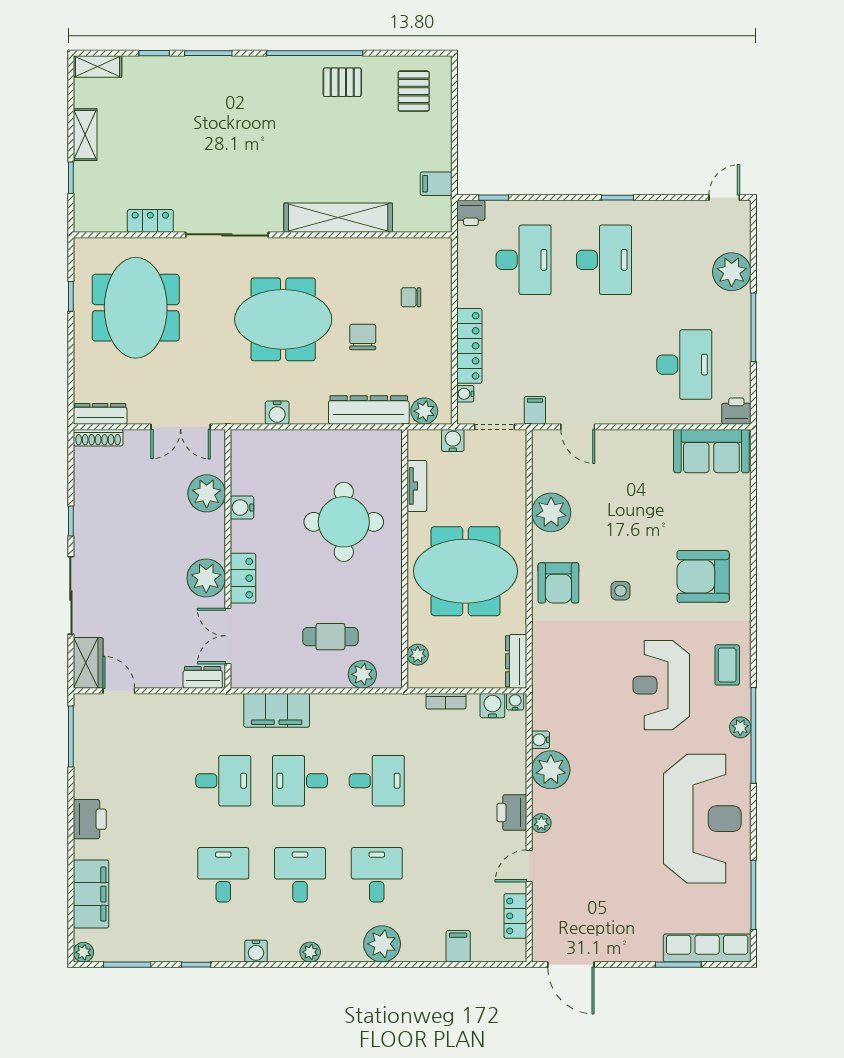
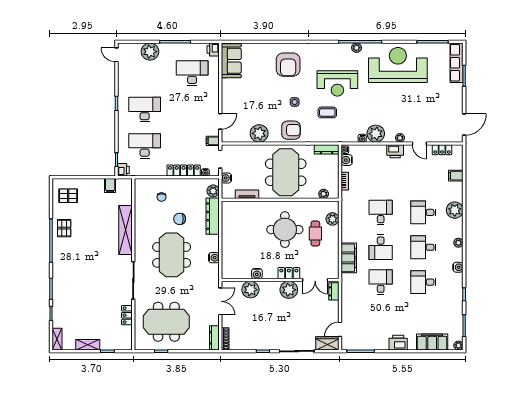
round table: (344, 522) -> (285, 230), moved
coffee table: (727, 665) -> (327, 112), moved

